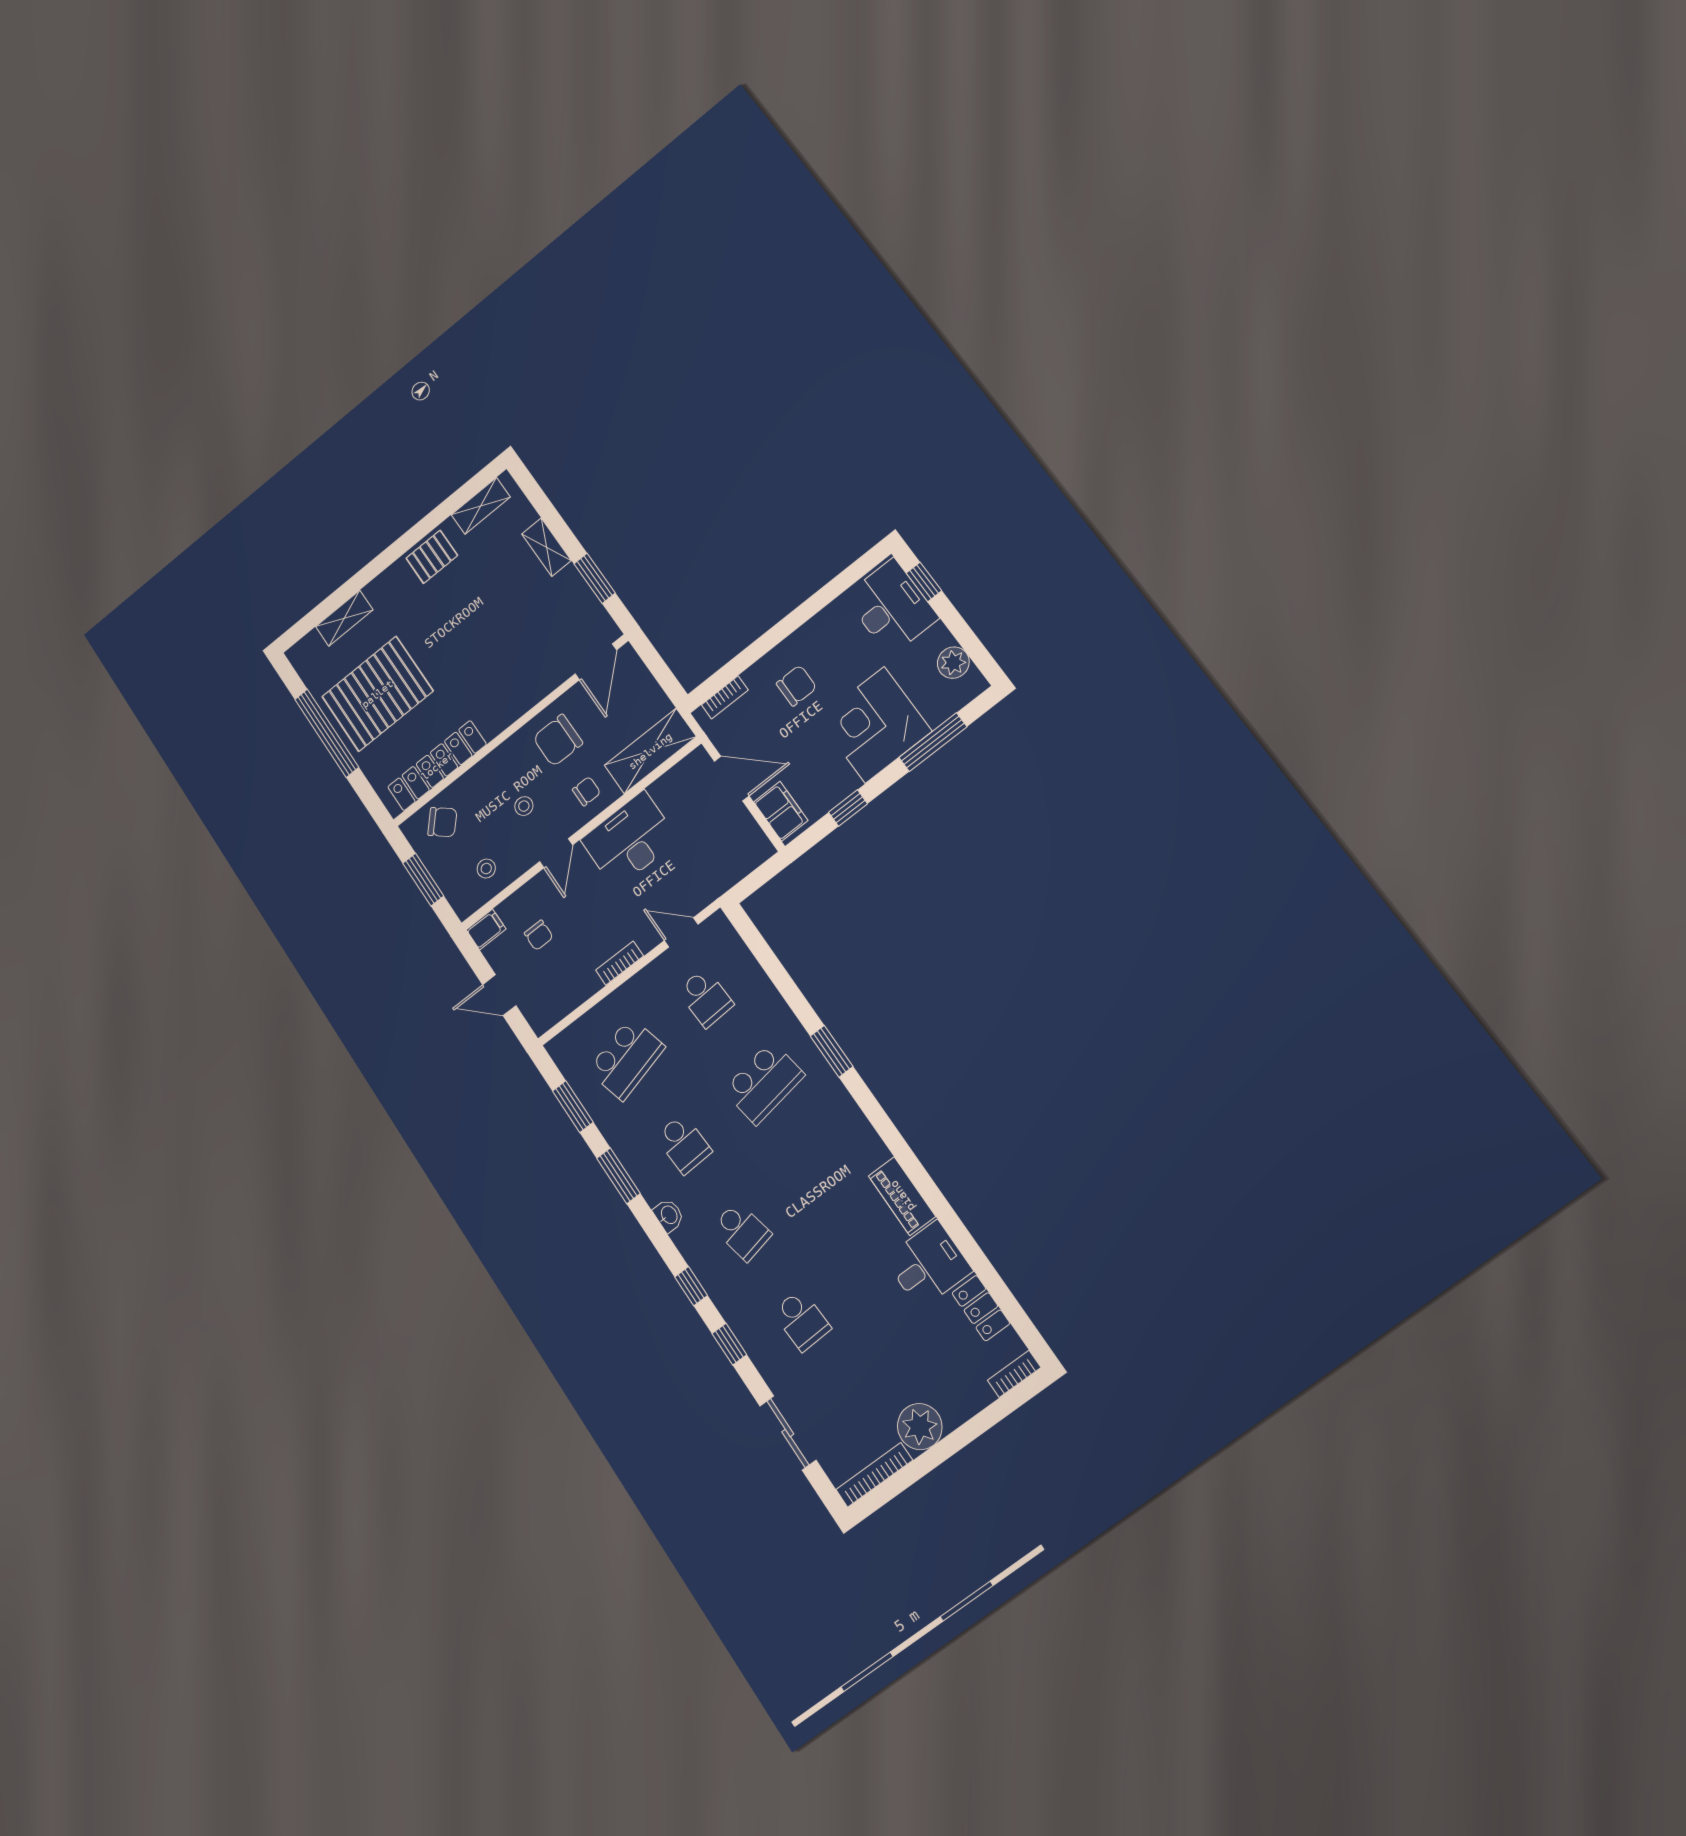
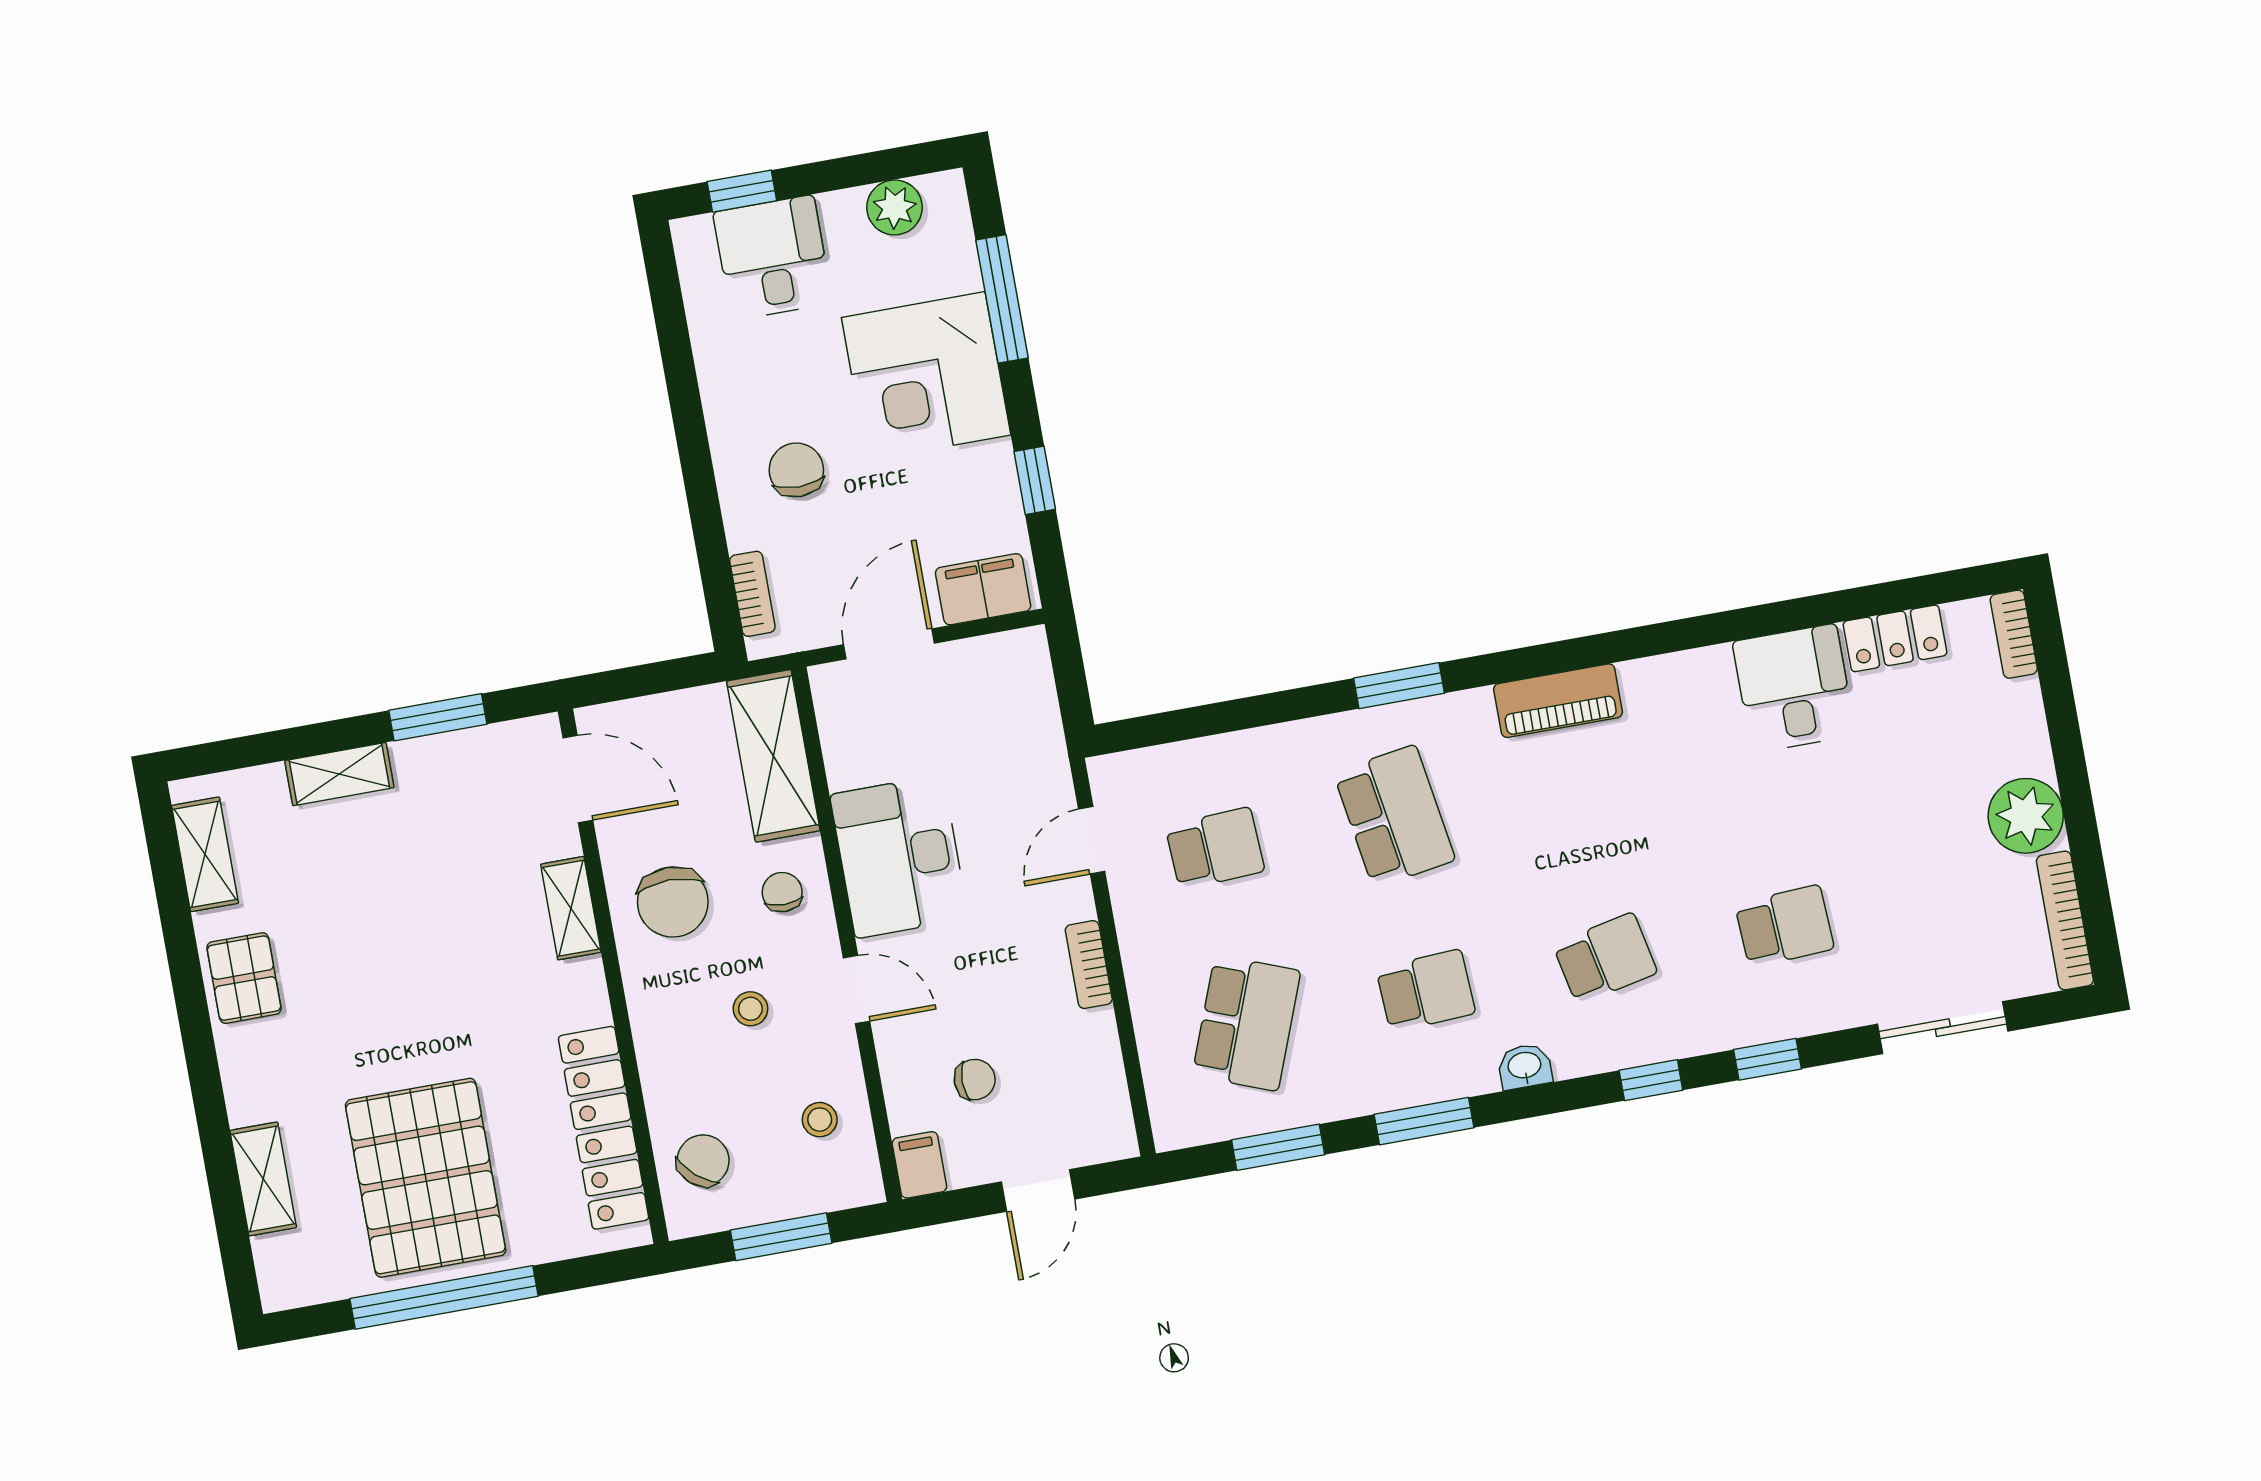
desk: (891, 607) -> (773, 258), width x0.73
shelving: (533, 693) -> (571, 908), added
school desk: (626, 1059) -> (1246, 1023), turned 36
piano: (902, 1196) -> (1558, 701), moved

